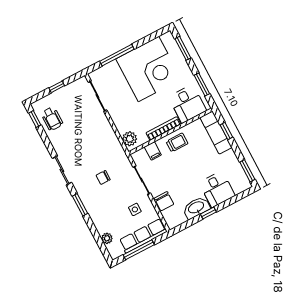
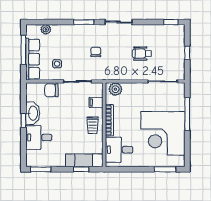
window: (202, 84) -> (128, 169), removed
wheelchair: (52, 119) -> (142, 54), moved

